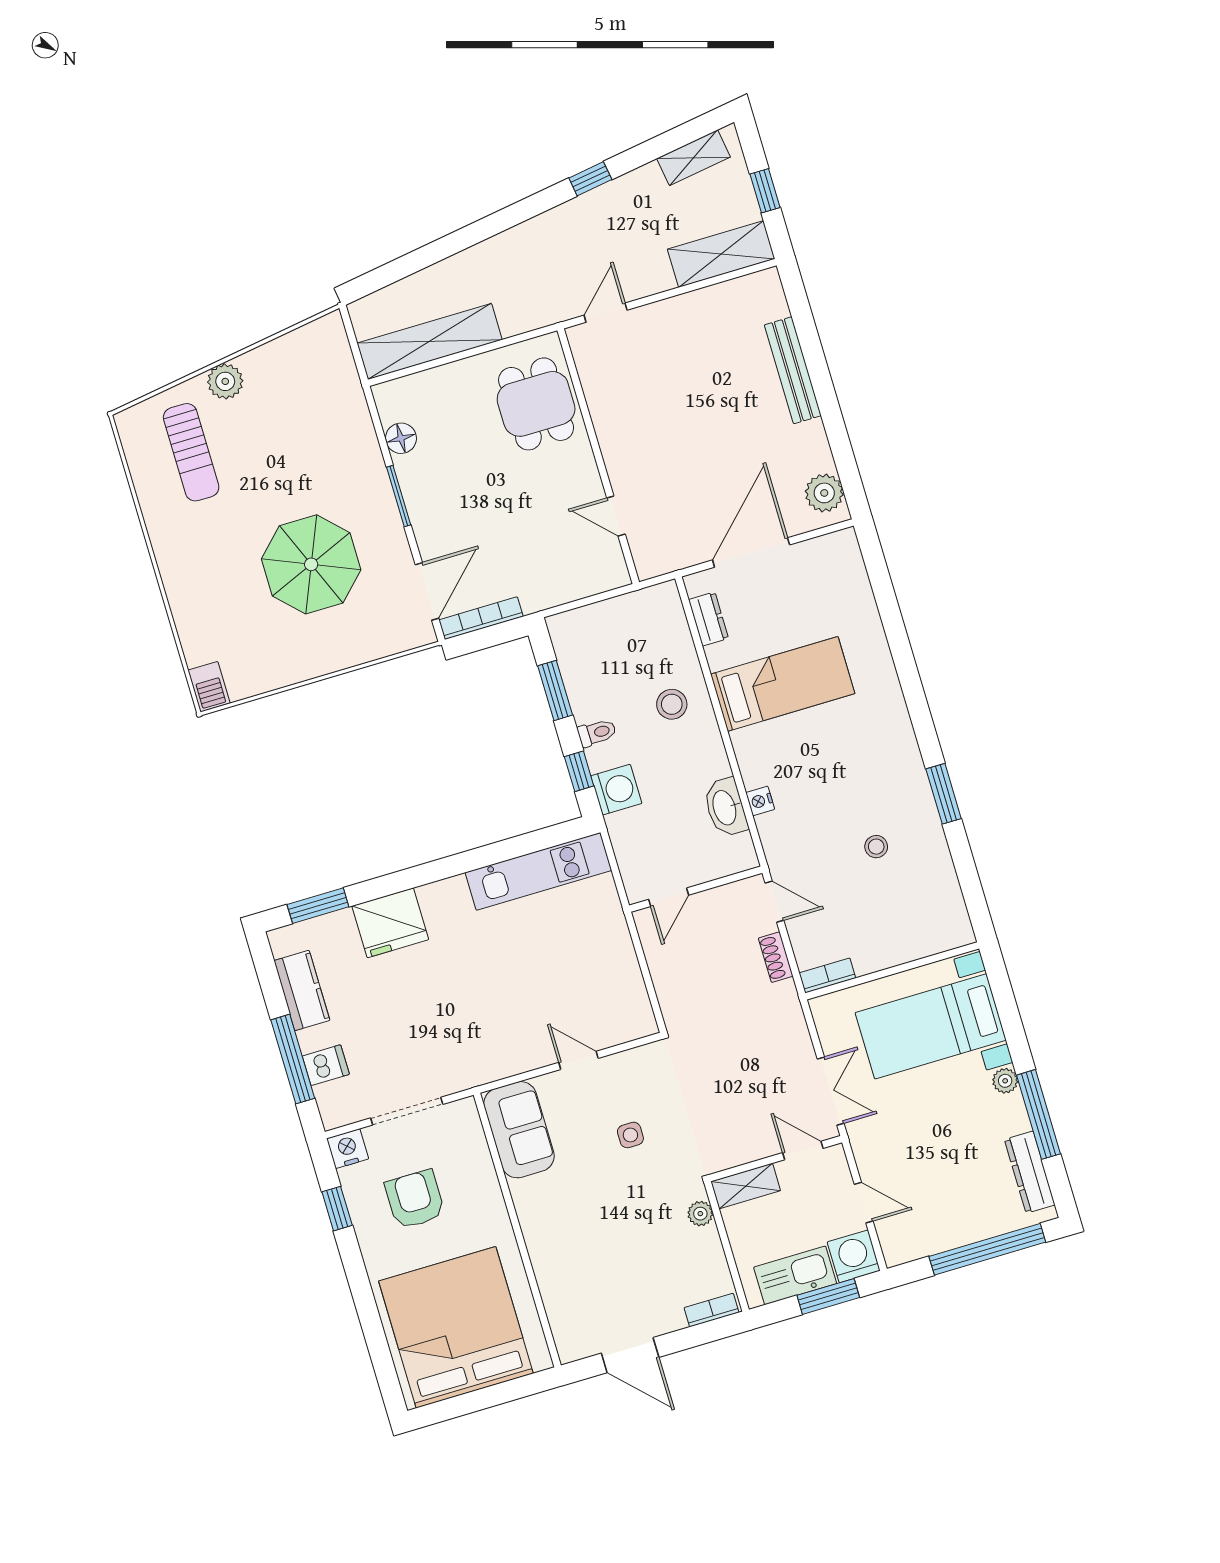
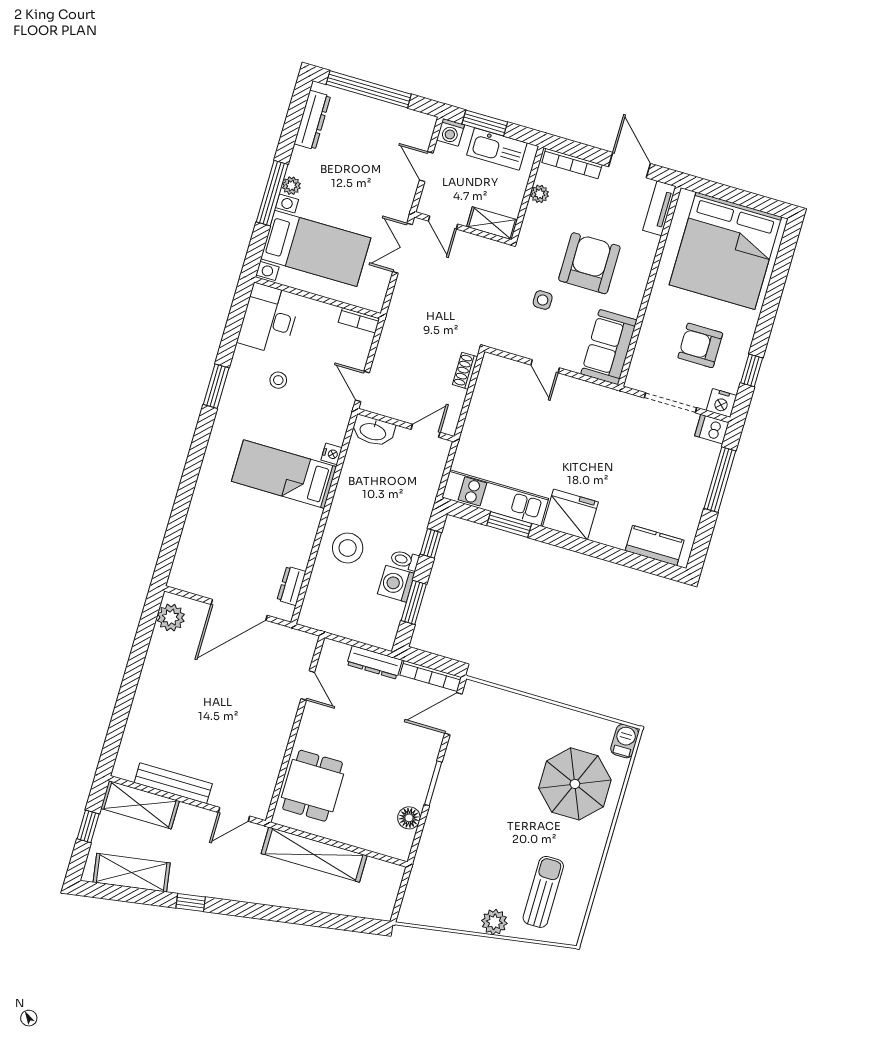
shelving: (694, 158) -> (132, 873), width x1.50, depth x1.33
shelving: (430, 341) -> (314, 855), moved
bench: (793, 370) -> (173, 783), moved, turned 90
parasol: (311, 564) -> (575, 784), moved
dresser: (556, 592) -> (375, 662), added
bed: (783, 684) -> (284, 474), moved
stool: (672, 704) -> (348, 548), width x1.38, depth x1.38
washing machine: (616, 790) -> (396, 584), moved
washbasin: (725, 807) -> (373, 431), moved, turned 90
window: (318, 906) -> (509, 525), moved
desk: (932, 910) -> (269, 319), added
fridge: (390, 923) -> (570, 514), moved
shoe rack: (776, 957) -> (465, 371), moved, turned 180
kitchen counter: (302, 990) -> (655, 545), moved, turned 90
dishwasher: (326, 1065) -> (712, 429), moved
window: (1039, 1114) -> (272, 193), moved
armchair: (415, 1199) -> (700, 345), turned 90
armchair: (604, 1212) -> (589, 263), added
plant: (700, 1214) -> (540, 194), moved
washing machine: (854, 1256) -> (450, 132), width x0.73, depth x0.73
bookcase: (712, 1310) -> (572, 164), width x1.56
tv unit: (564, 1327) -> (659, 208), added

